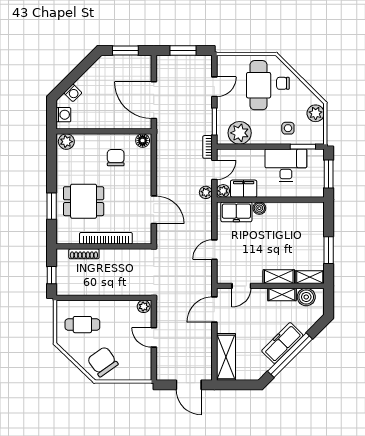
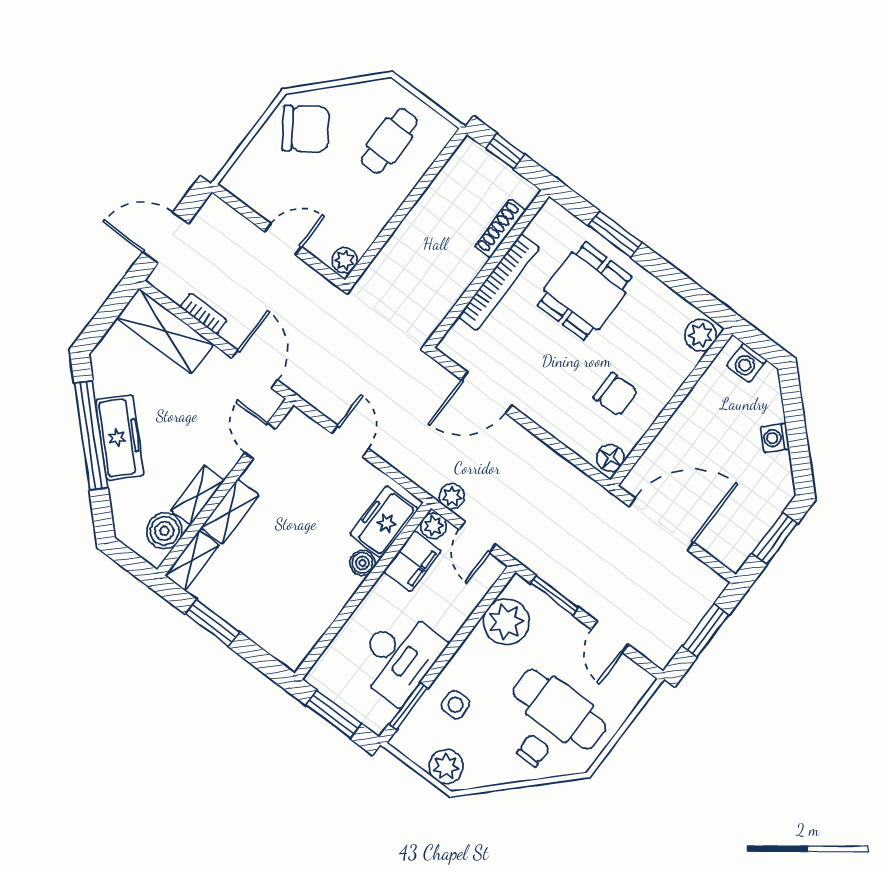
washing machine: (73, 93) -> (775, 438), moved
bookcase: (207, 147) -> (203, 314), moved

